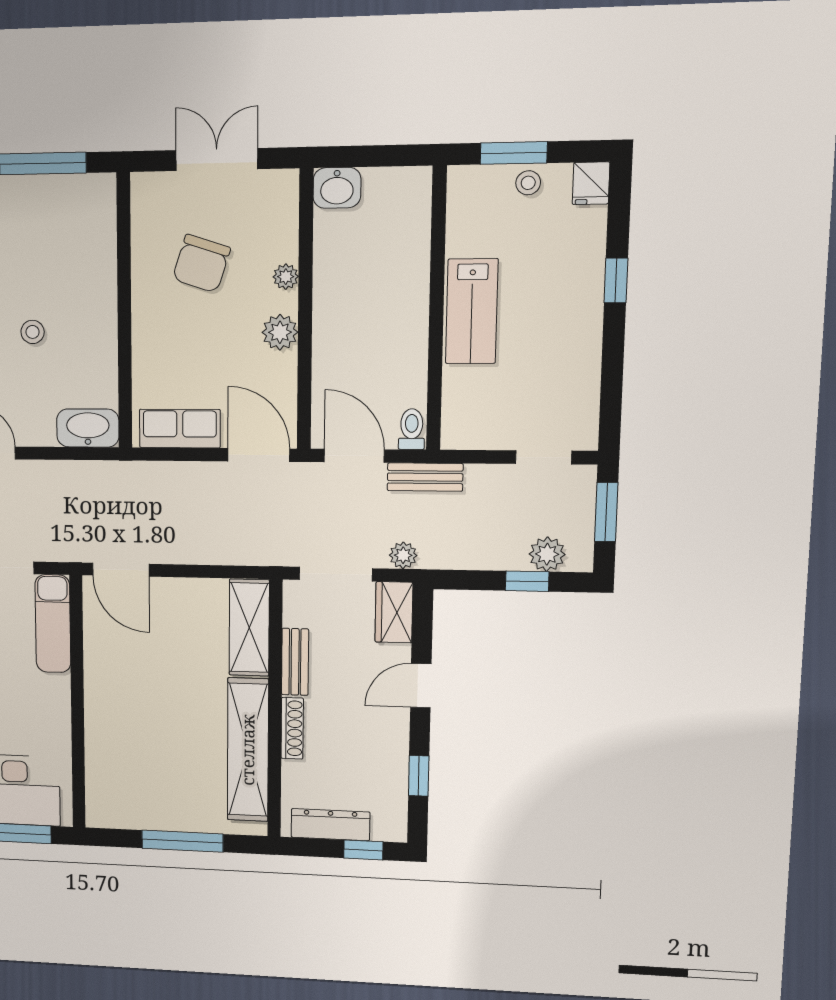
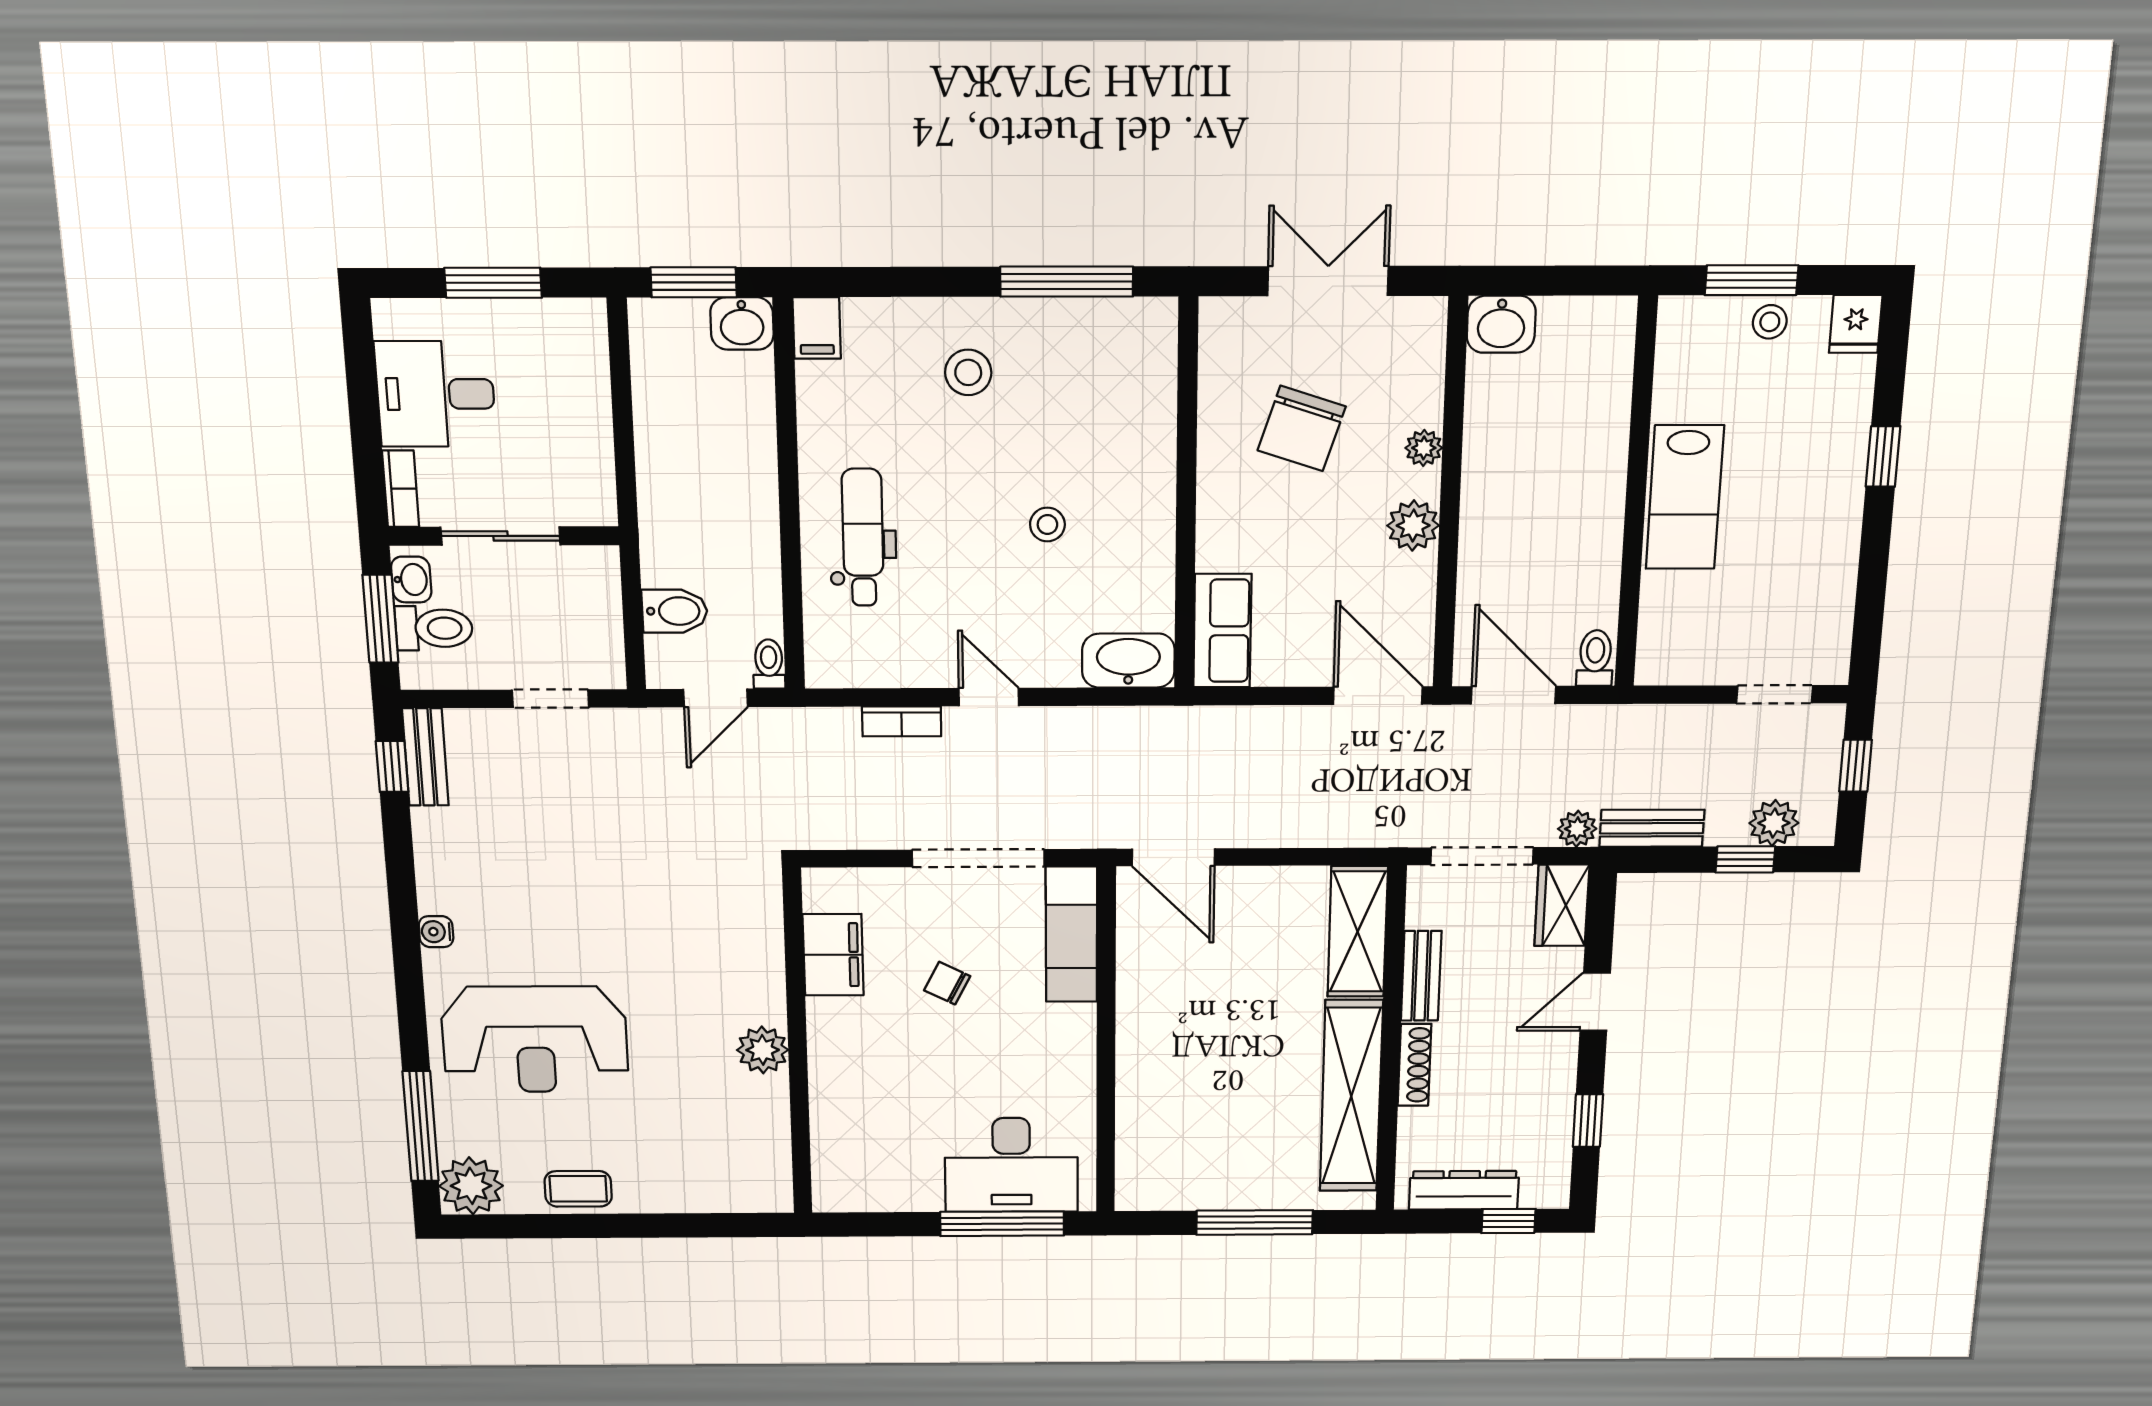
row of seats: (180, 429) -> (1222, 631), moved, turned 90
bench: (425, 477) -> (1652, 828), moved
window: (606, 512) -> (1855, 766), width x0.67

